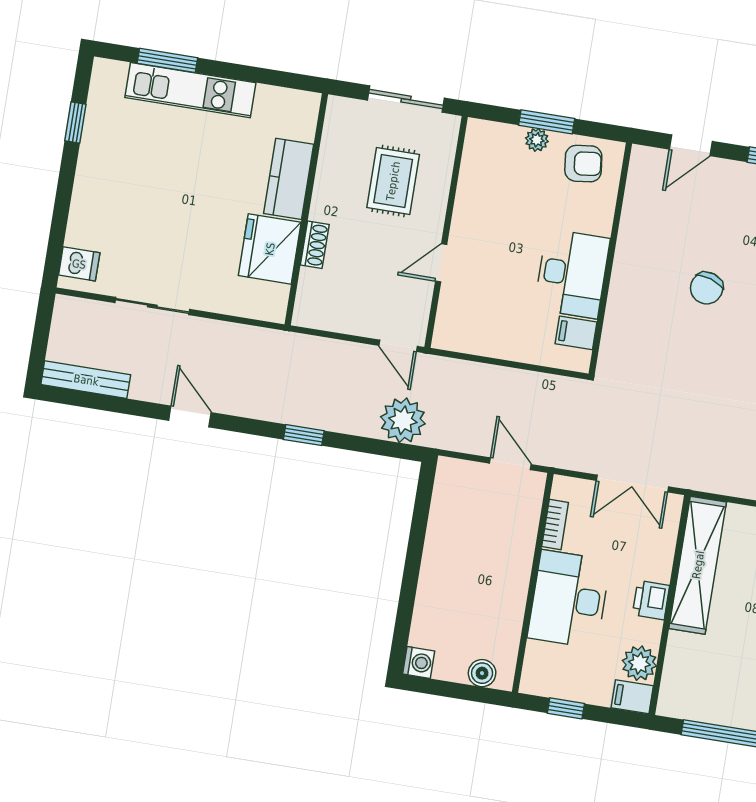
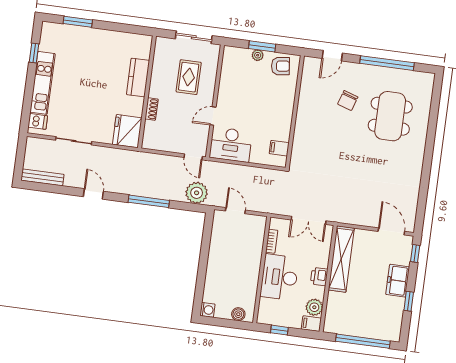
kitchen unit: (190, 90) -> (43, 83), moved, turned -90
fridge: (270, 249) -> (127, 131), moved
desk: (572, 274) -> (231, 145), moved, turned 90
chair: (707, 288) -> (348, 100), moved
window: (304, 435) -> (149, 201), width x2.17
door: (510, 464) -> (235, 211), moved

